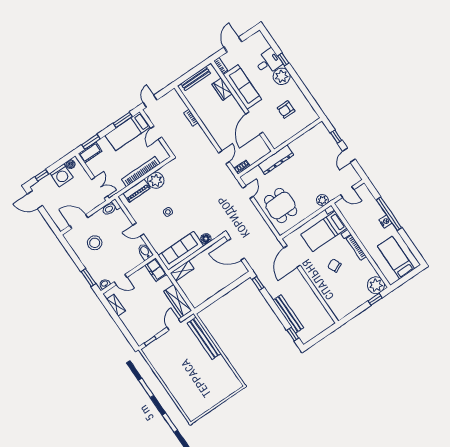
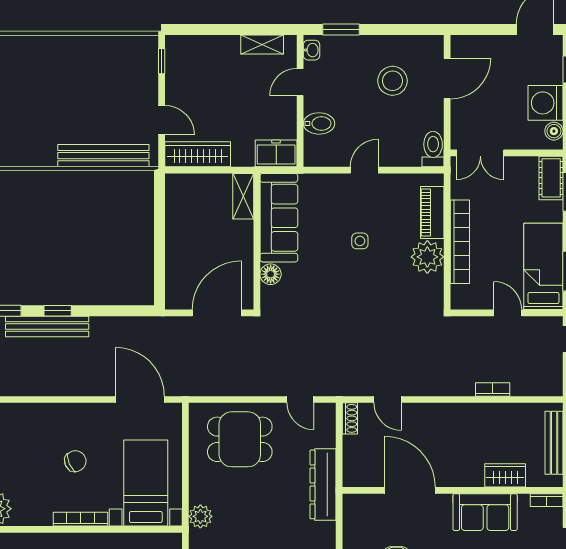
sofa: (242, 87) -> (485, 512), width x0.73
bidet: (145, 252) -> (319, 123), moved
window: (258, 283) -> (58, 311), moved

